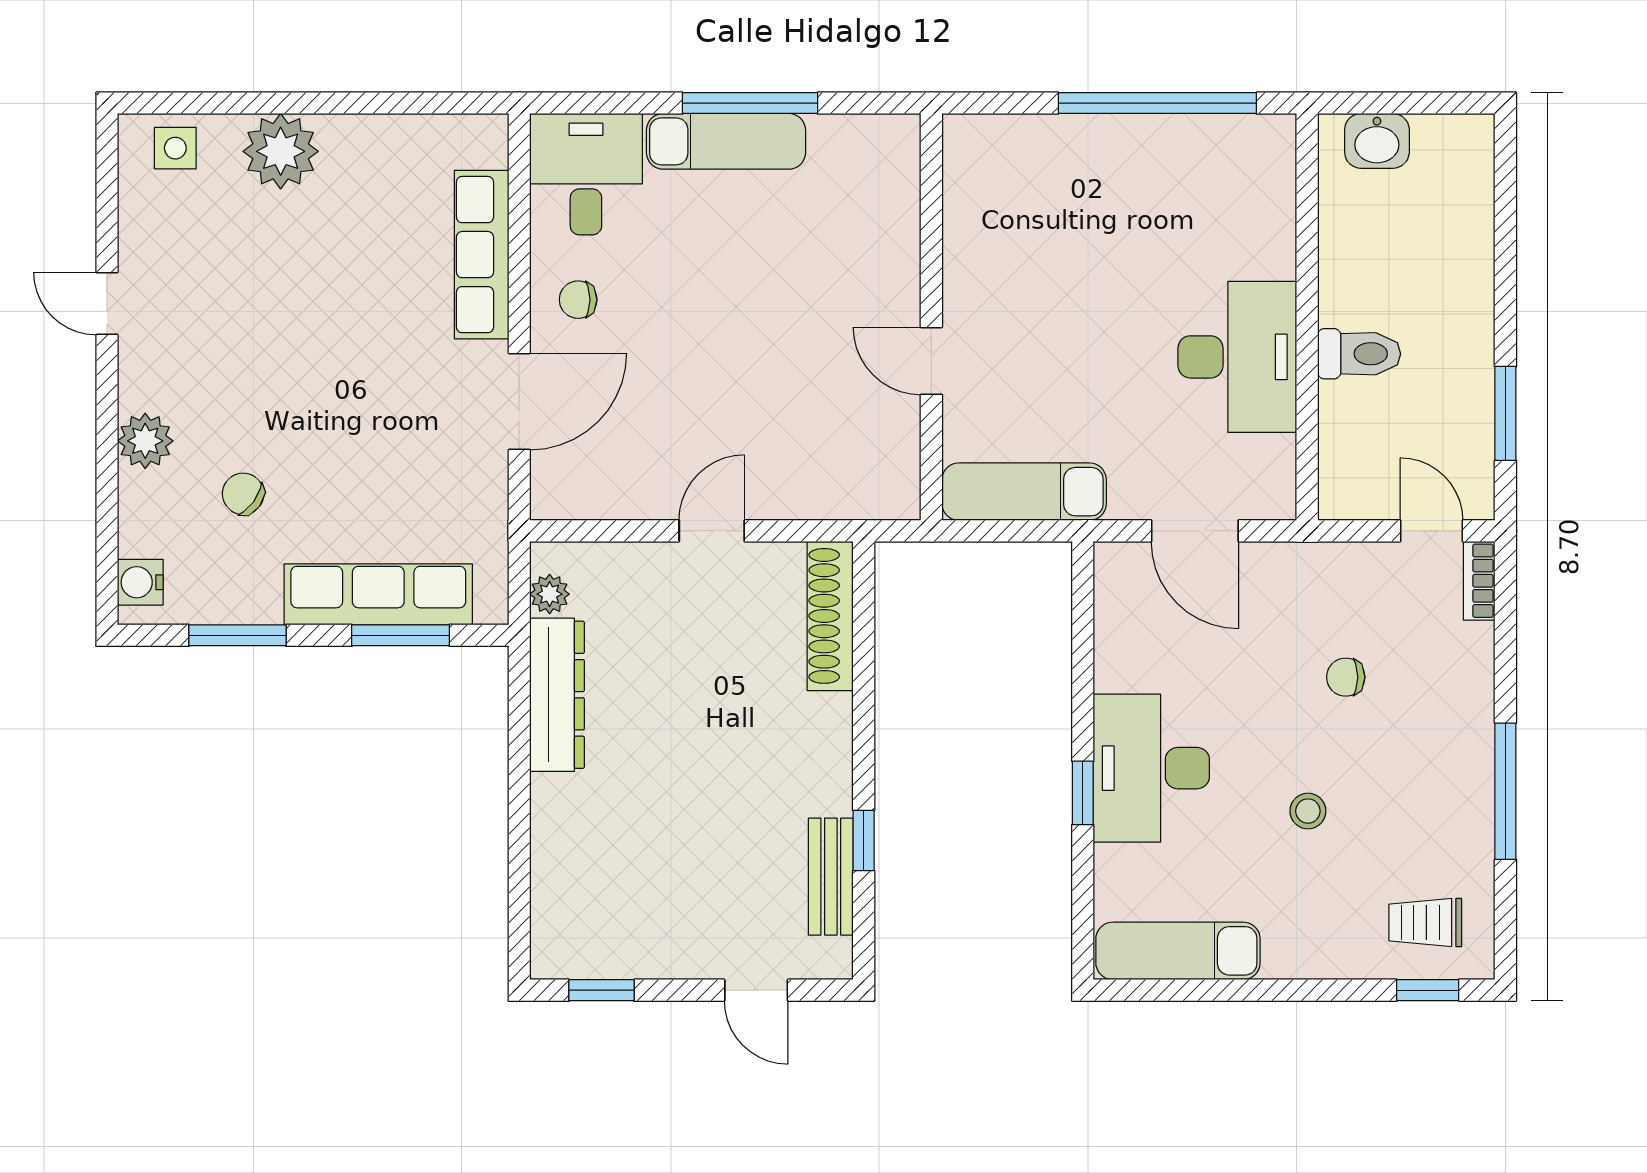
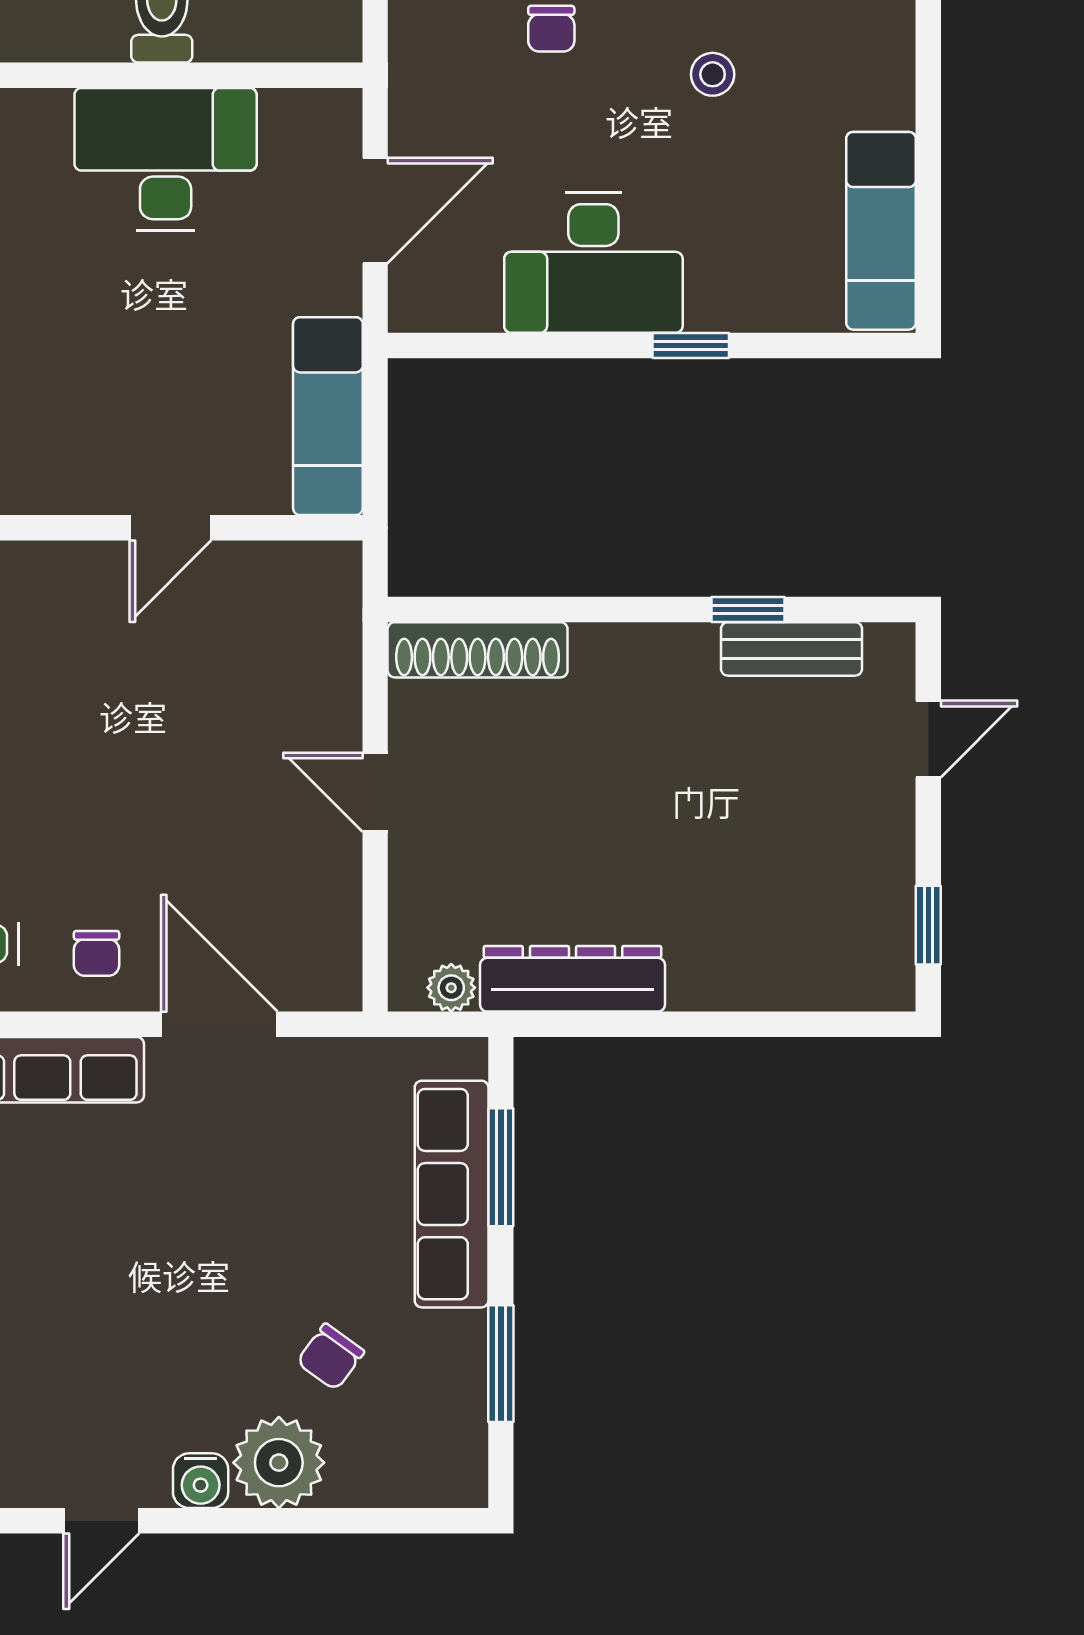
plant: (145, 441) -> (279, 1463), width x1.36, depth x1.36
water cooler: (140, 582) -> (201, 1481), moved
desk: (1151, 768) -> (593, 263), moved

